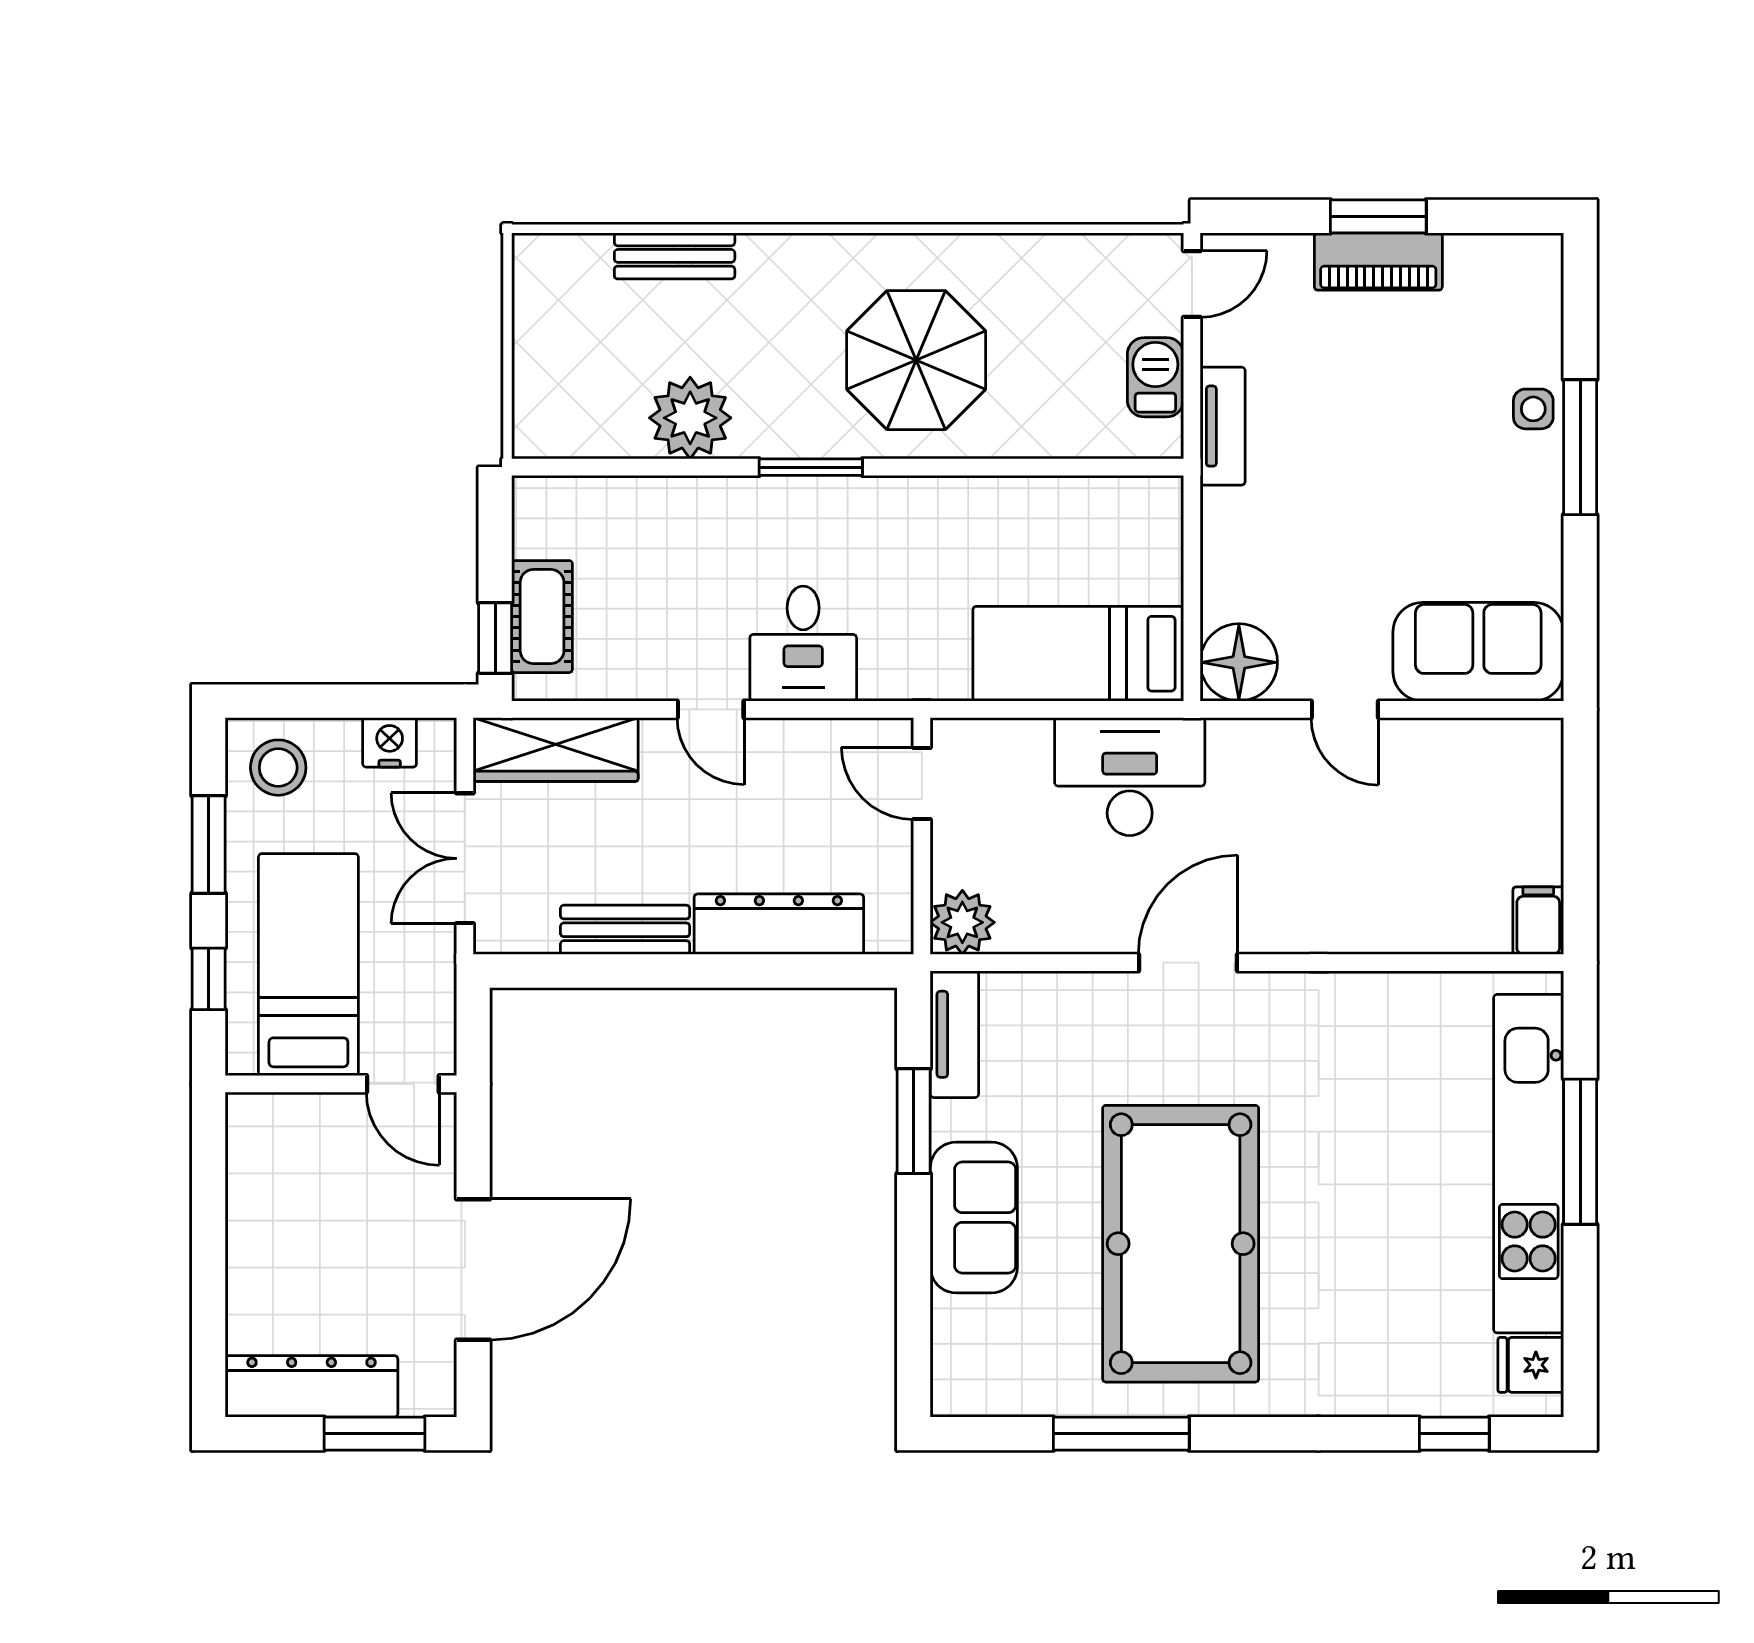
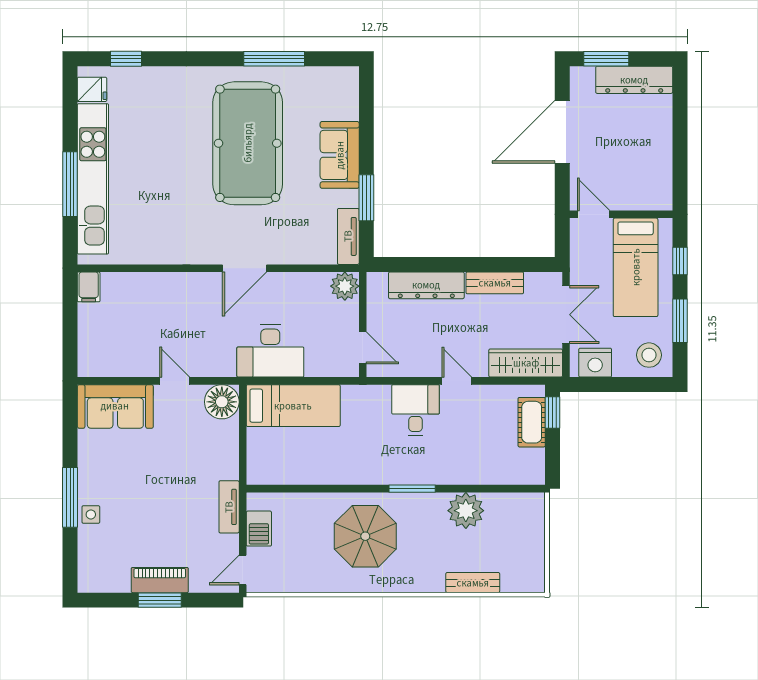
nightstand: (390, 742) -> (595, 363), width x1.36, depth x1.33

